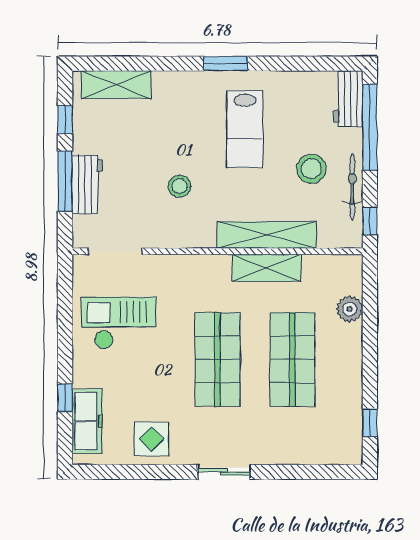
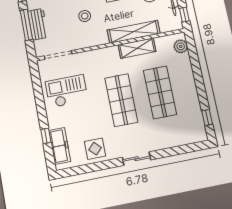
plant: (350, 309) -> (181, 46), moved

